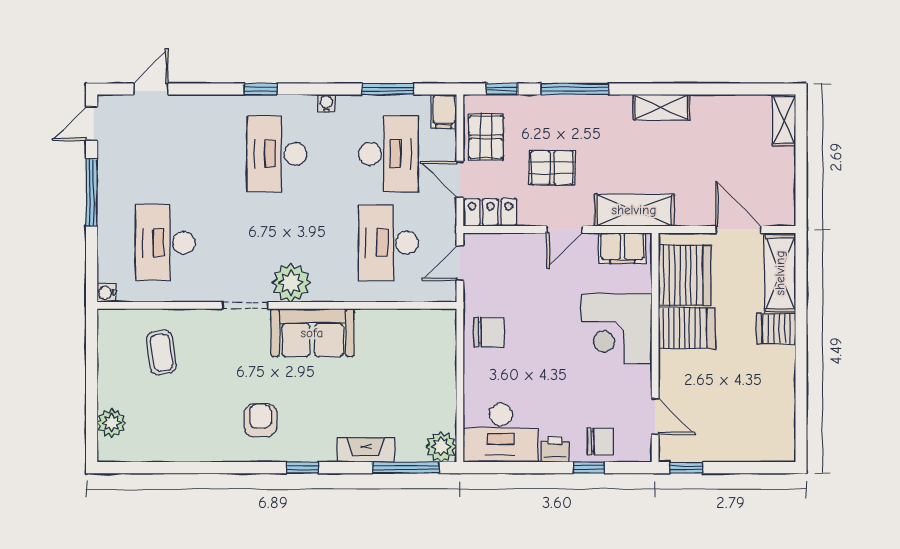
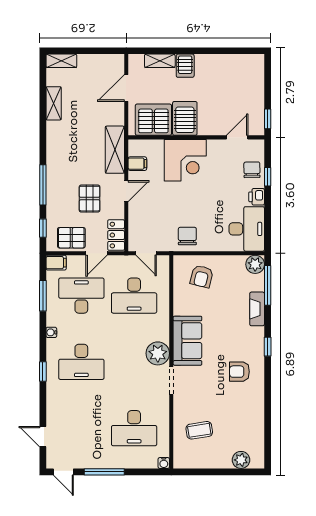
shelving: (661, 107) -> (54, 103), moved
door: (564, 230) -> (126, 191), hinge flipped
filing cabinet: (622, 248) -> (137, 164), width x0.50
shelving: (780, 273) -> (160, 61), width x0.67, depth x0.75
armchair: (421, 357) -> (202, 276), added

